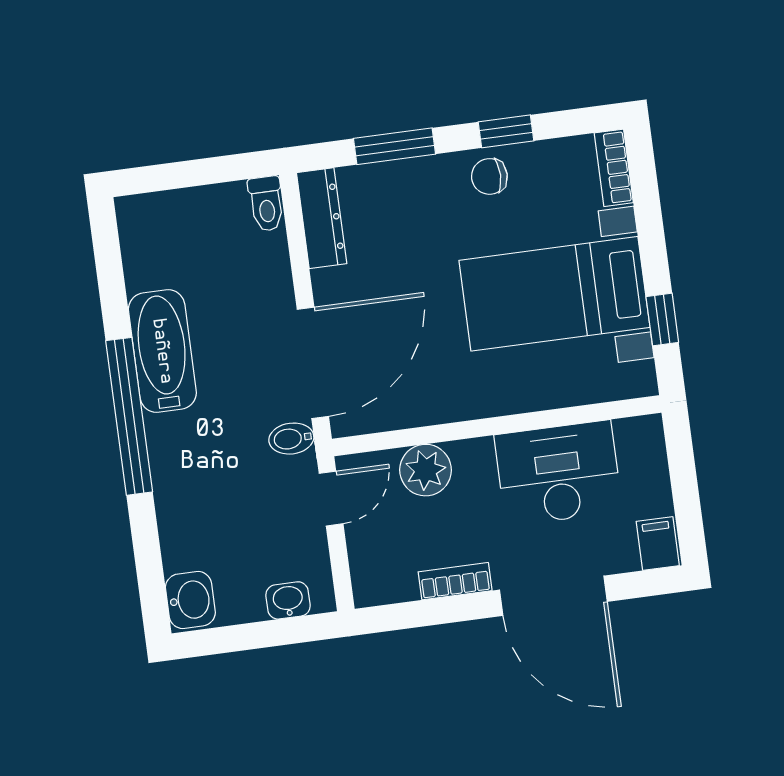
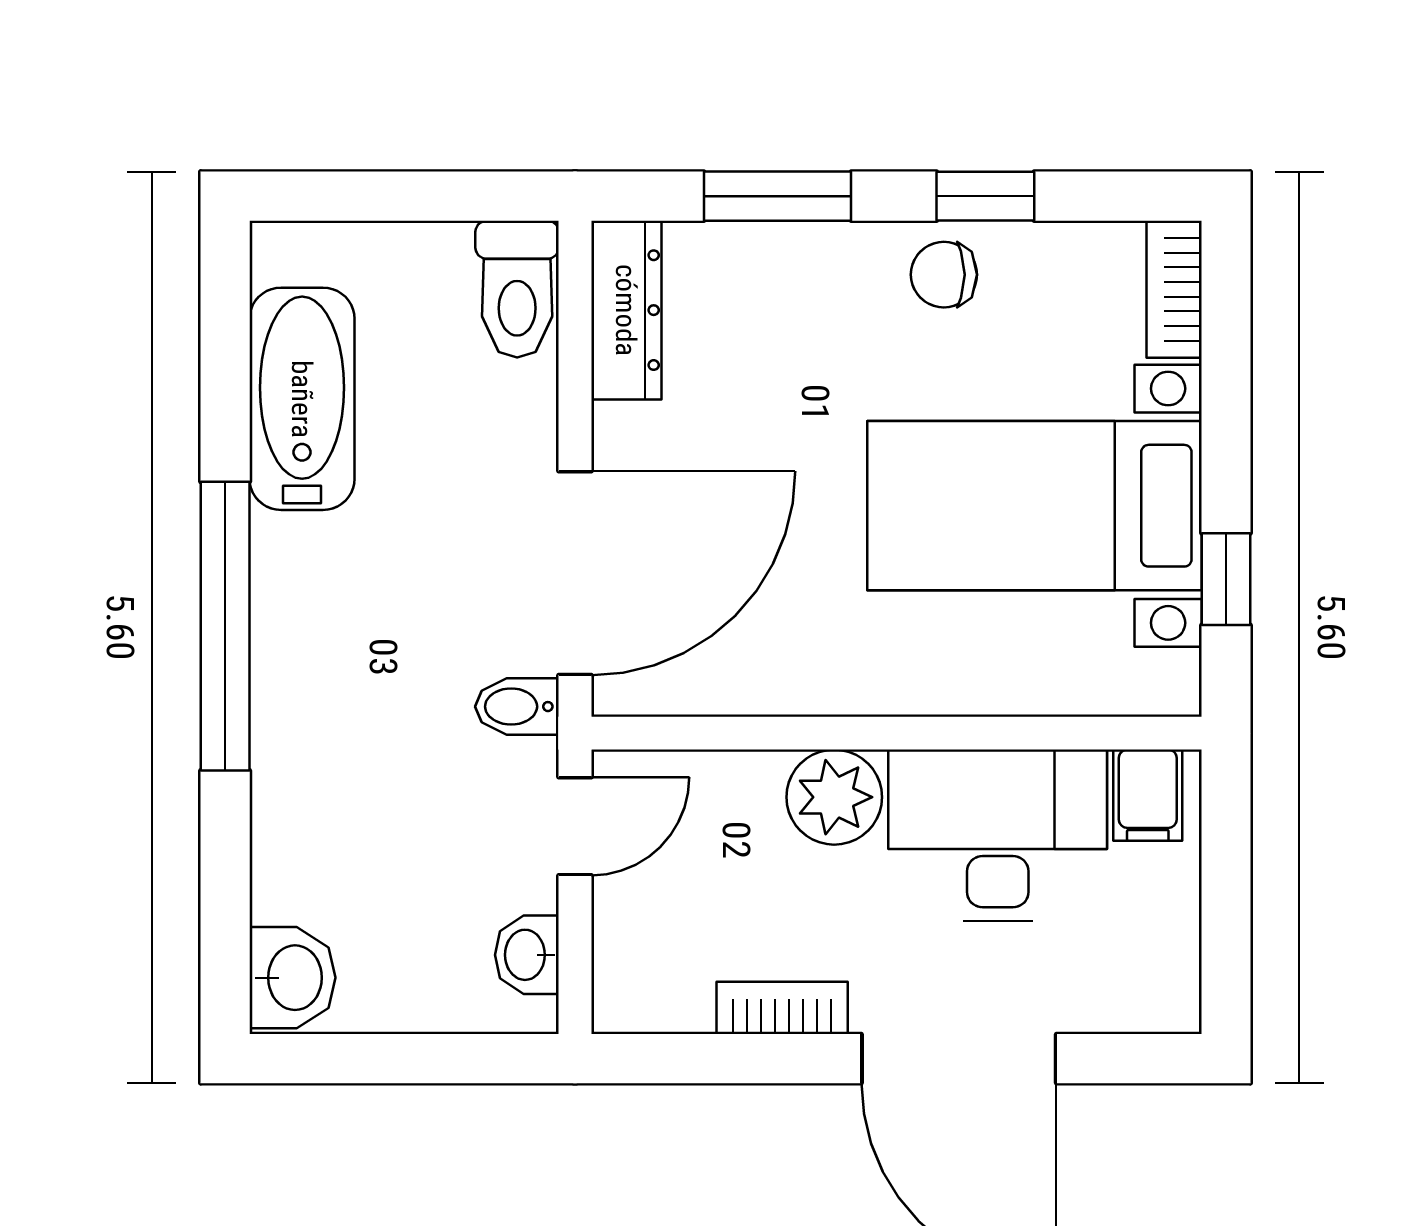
toilet: (266, 204) -> (517, 289), width x1.37, depth x1.39
bathtub: (162, 351) -> (302, 399), moved
plant: (426, 470) -> (834, 797), moved
filing cabinet: (658, 544) -> (1148, 795), moved, turned 180
washbasin: (288, 600) -> (527, 955), moved, turned -90

